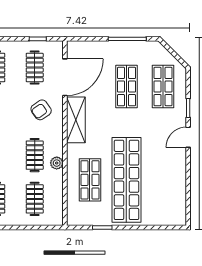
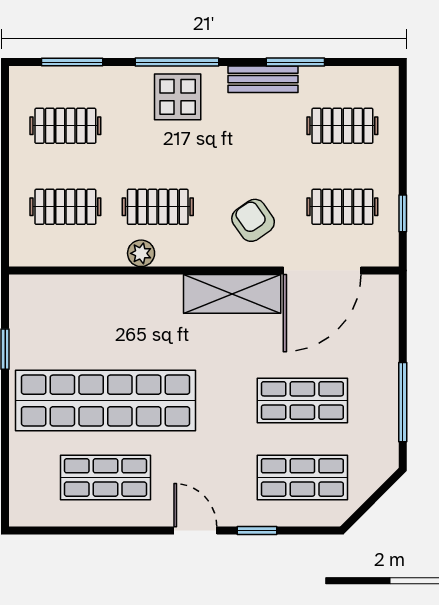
door: (65, 77) -> (322, 271), hinge flipped
shop shelf: (90, 180) -> (105, 477), moved

